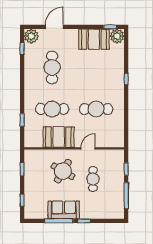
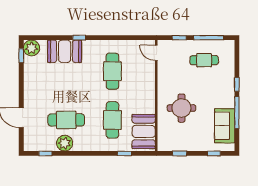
plant: (31, 36) -> (65, 143), moved
booth: (94, 39) -> (65, 51), moved, turned 90
booth: (59, 137) -> (144, 132), moved
door: (88, 148) -> (156, 53), moved
round table: (63, 171) -> (182, 108), turned -30
cafe table: (93, 179) -> (204, 60), moved
sofa: (64, 210) -> (225, 126), moved

